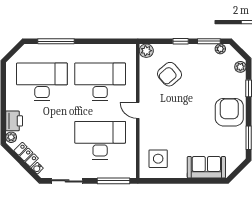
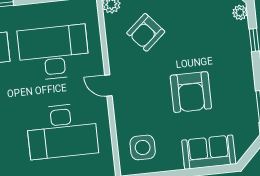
armchair: (229, 112) -> (191, 92), moved, turned 180
desk: (100, 140) -> (62, 131), turned 180

